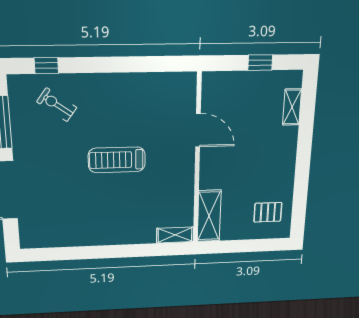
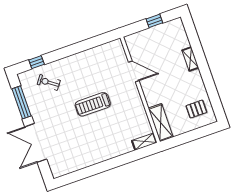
shelving: (292, 107) -> (190, 59), moved

